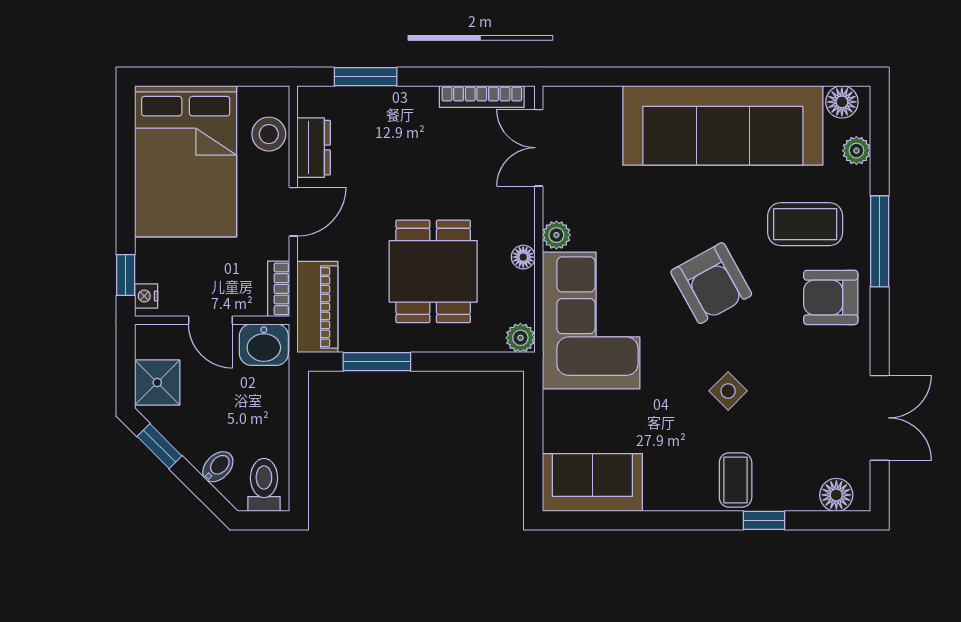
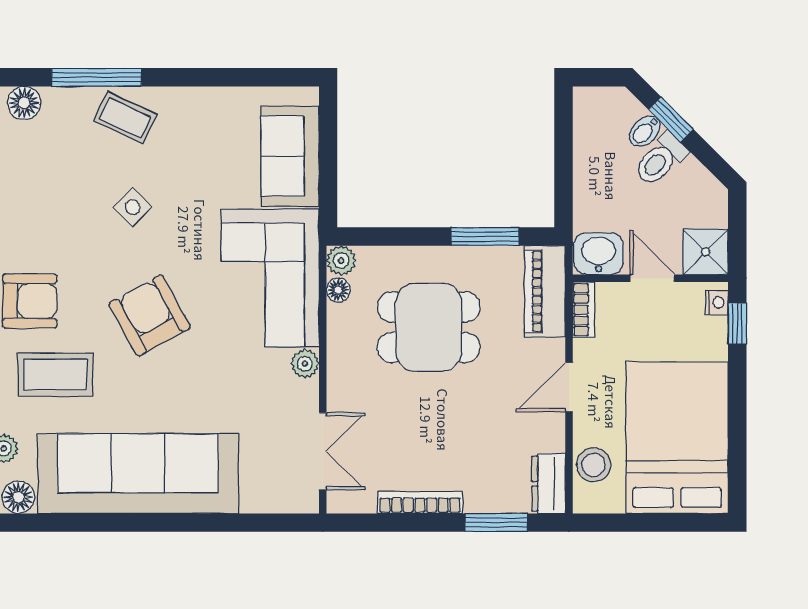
bookcase: (482, 97) -> (420, 503), moved
dresser: (314, 148) -> (549, 484), moved
floor lamp: (523, 257) -> (338, 290), moved
dining table: (433, 271) -> (429, 327), turned 90
shower: (157, 383) -> (706, 252), moved
window: (160, 446) -> (671, 119), moved
coffee table: (736, 480) -> (125, 118), turned -65
sofa: (592, 482) -> (290, 156), moved, turned 90
toilet: (264, 485) -> (660, 159), moved, turned 45
window: (764, 520) -> (97, 77), width x2.17

